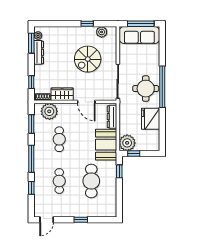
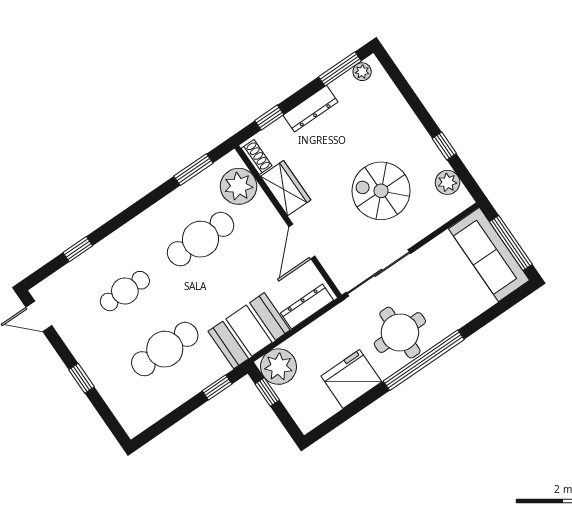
dresser: (39, 52) -> (311, 109), moved
cafe table: (59, 139) -> (200, 239), width x1.37, depth x1.35
window: (31, 159) -> (130, 213), removed

